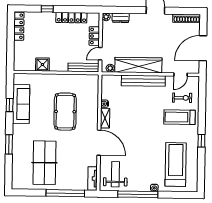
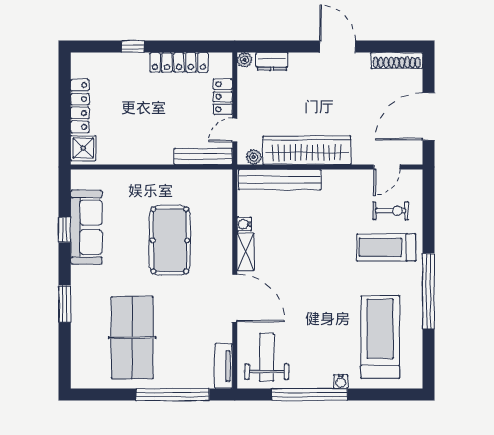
locker: (19, 26) -> (80, 106), moved
shower: (42, 65) -> (83, 148), moved
bench: (143, 81) -> (280, 180), moved
window: (201, 141) -> (428, 291), width x3.17

